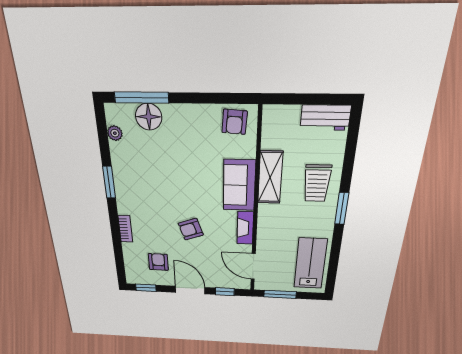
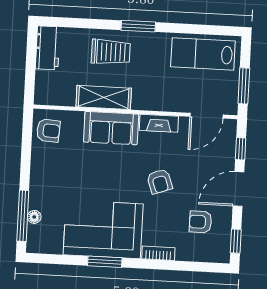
floor lamp: (149, 117) -> (34, 217), width x0.53, depth x0.53
plant: (115, 133) -> (55, 247), removed
corner sofa: (140, 180) -> (103, 229), added

